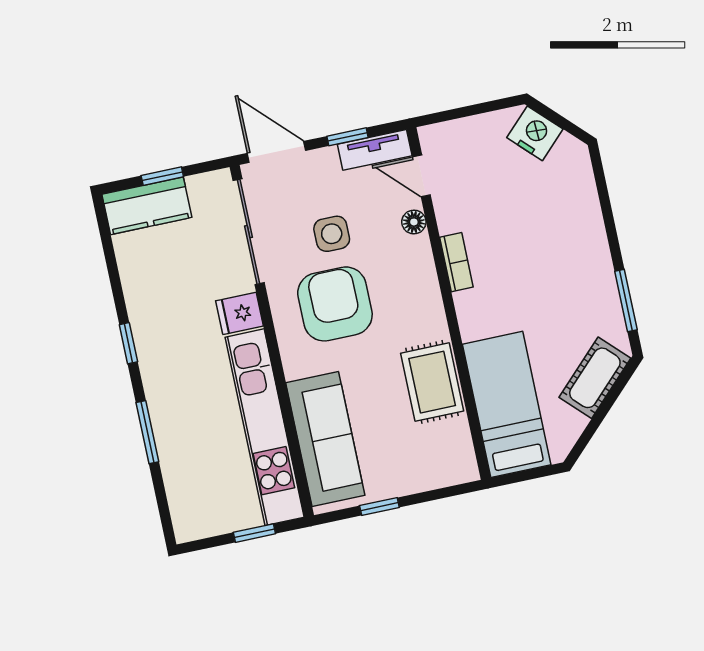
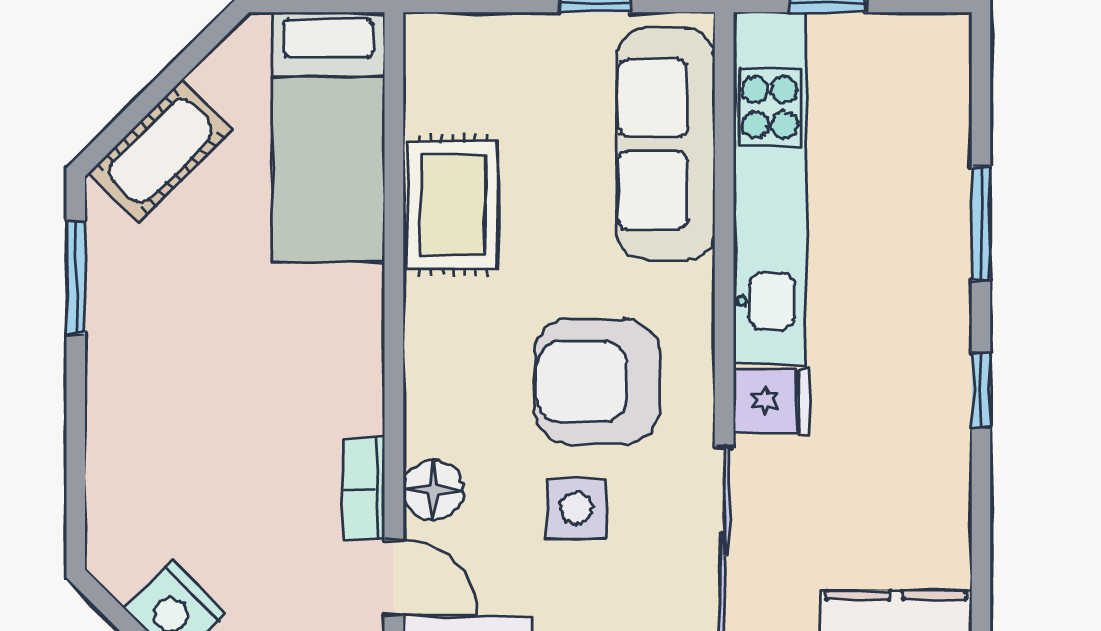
floor lamp: (414, 222) -> (433, 490), width x1.37, depth x1.37
bookcase: (456, 262) -> (364, 488), moved
armchair: (335, 304) -> (597, 382), turned 90

